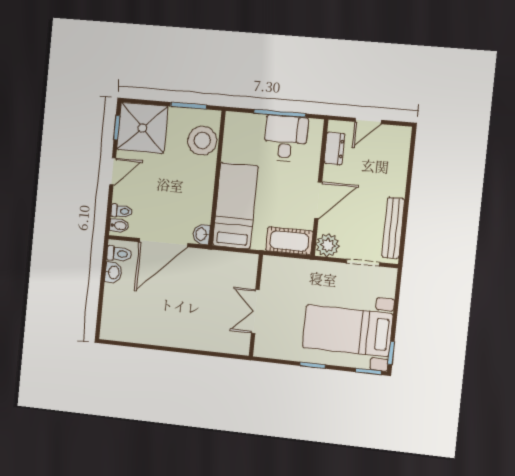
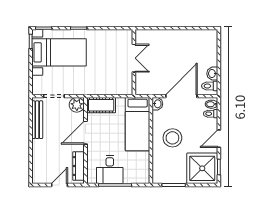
stool: (202, 141) -> (172, 138), moved
dresser: (335, 148) -> (79, 166), width x1.44
wall: (256, 305) -> (134, 62), moved
double door: (255, 311) -> (134, 58), moved

